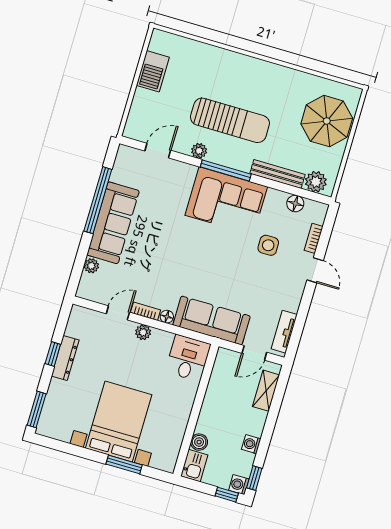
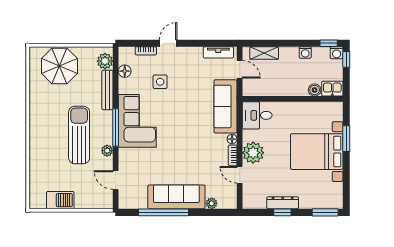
plant: (143, 332) -> (253, 153), width x1.88, depth x1.88

